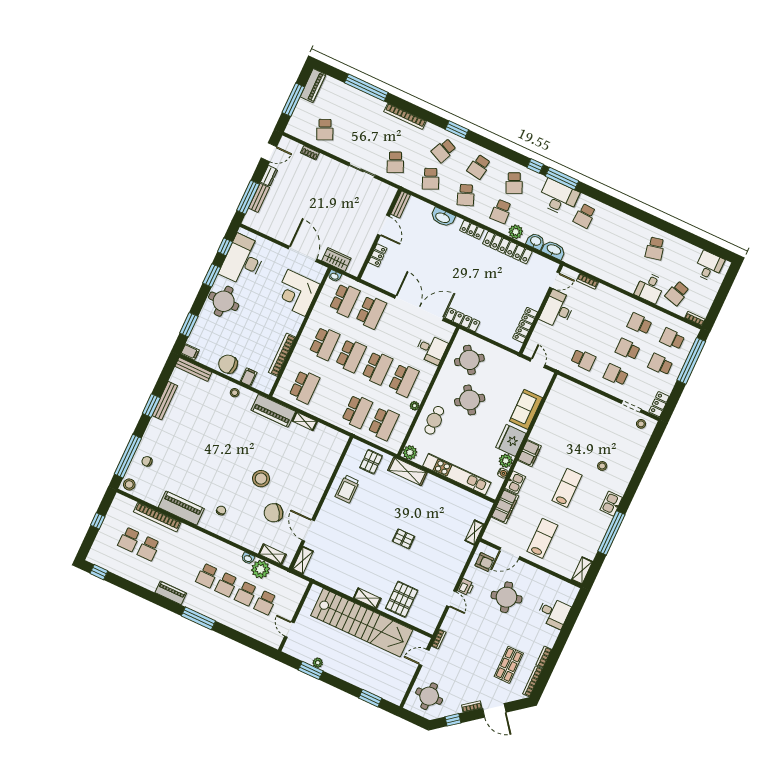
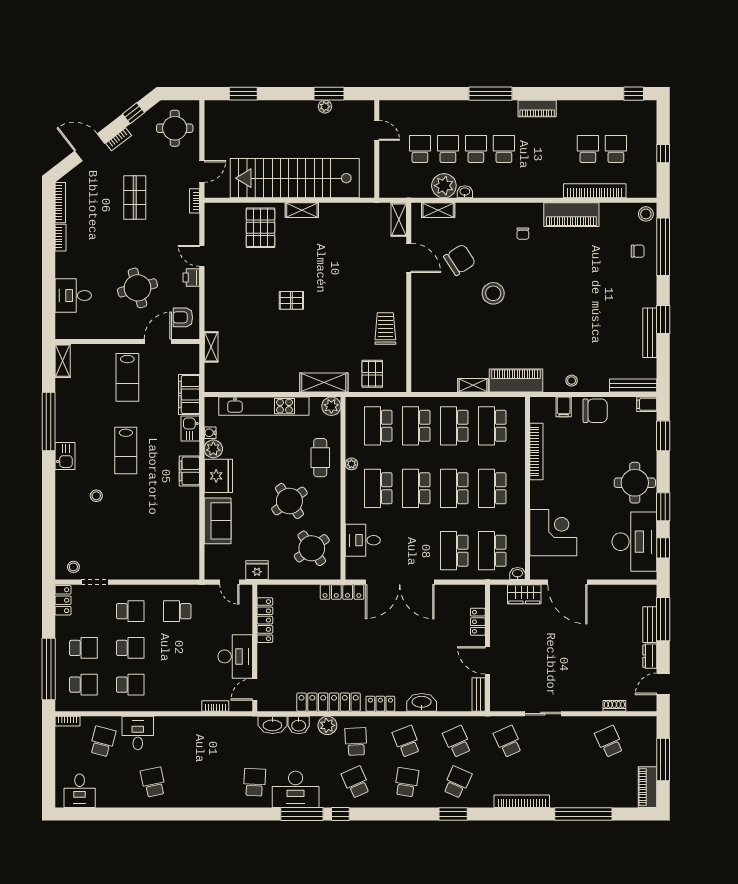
fridge: (515, 362) -> (257, 570), added
school desk: (331, 399) -> (454, 426), added
shop shelf: (509, 665) -> (135, 198), moved

